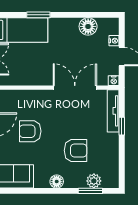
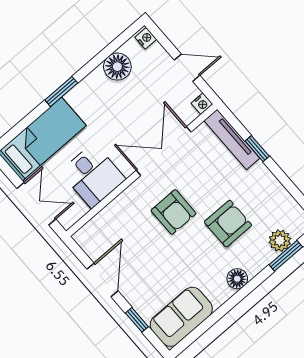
window: (38, 15) -> (61, 92), moved
nightstand: (114, 41) -> (146, 38), moved
desk: (30, 69) -> (93, 175), added
armchair: (30, 131) -> (173, 212), moved, turned -90

